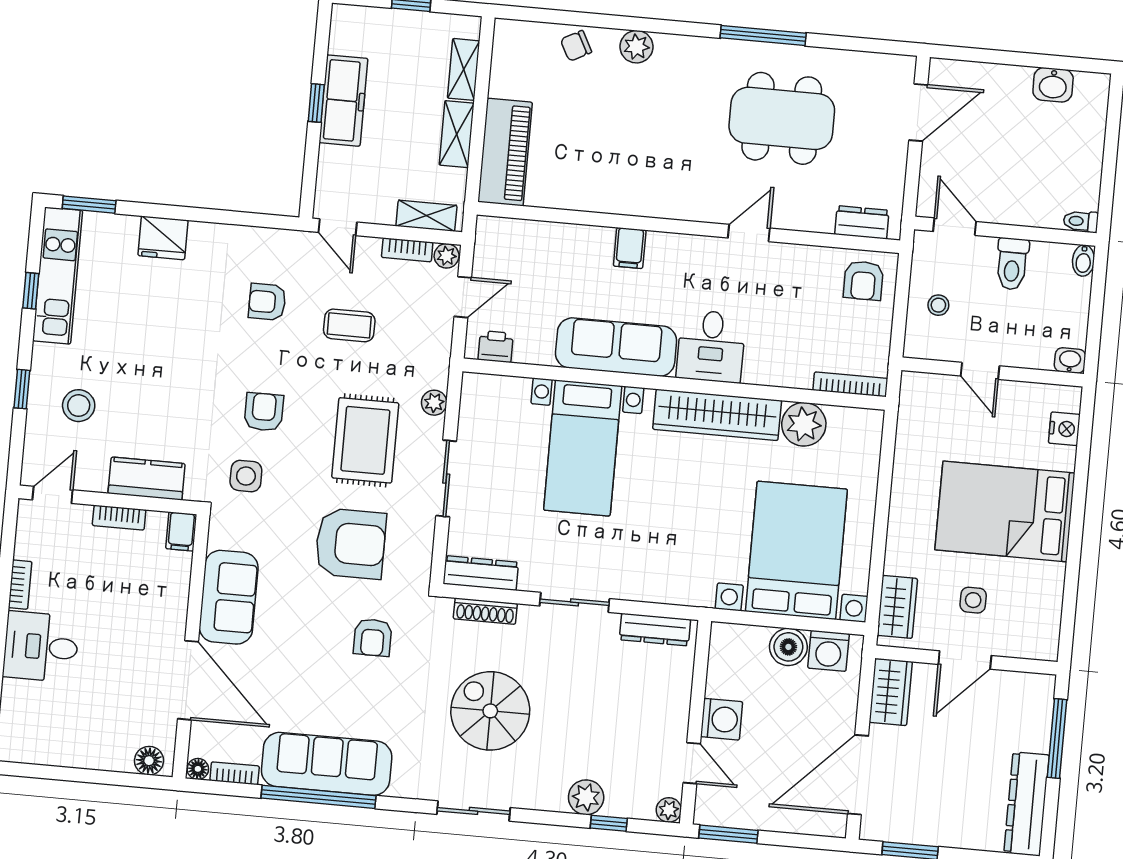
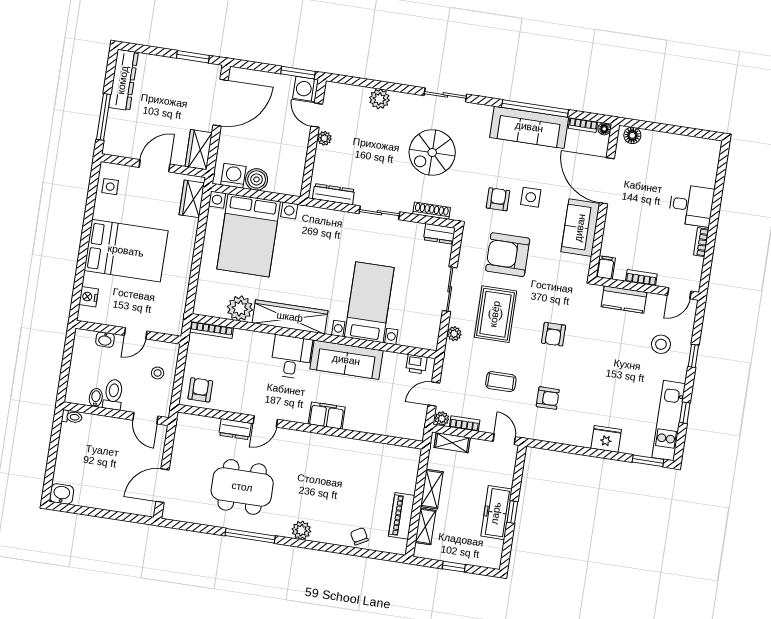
chair: (576, 46) -> (359, 536), turned -91
plant: (636, 47) -> (301, 530), moved
washbasin: (1053, 85) -> (62, 494), moved
piano: (505, 152) -> (402, 516), moved, width x0.73, depth x0.75
dresser: (862, 222) -> (235, 429), moved
filing cabinet: (630, 248) -> (327, 416), width x2.00
bidet: (1083, 260) -> (96, 398), moved
washbasin: (1070, 361) -> (105, 340), moved
door: (980, 371) -> (136, 333), swing flipped
side table: (246, 476) -> (531, 197), moved
dresser: (481, 573) -> (439, 234), width x0.70
side table: (973, 600) -> (110, 187), moved
spiral stairs: (490, 711) -> (432, 152), turned 90
washing machine: (722, 719) -> (306, 89), moved
plant: (669, 810) -> (324, 138), moved
window: (609, 823) -> (367, 83), removed

